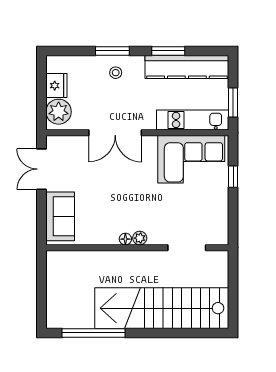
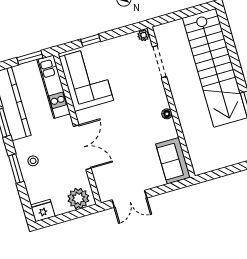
fridge: (56, 86) -> (43, 211), moved
sofa: (60, 216) -> (173, 161), moved, turned -90
plant: (140, 238) -> (144, 35), moved

